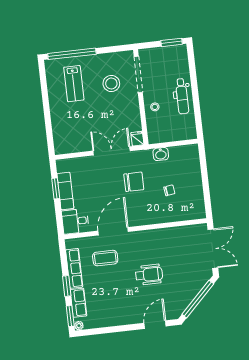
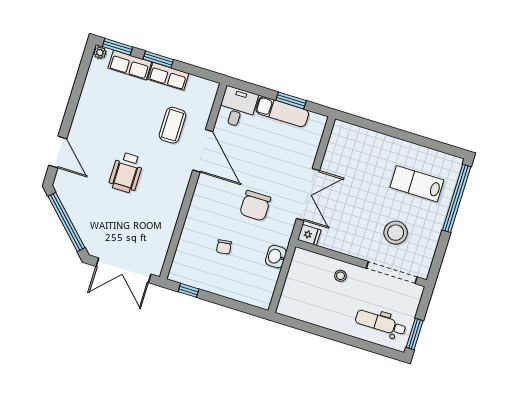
dental chair: (182, 96) -> (381, 323), moved
window: (207, 201) -> (188, 290), added
row of seats: (74, 268) -> (168, 76), width x0.68

